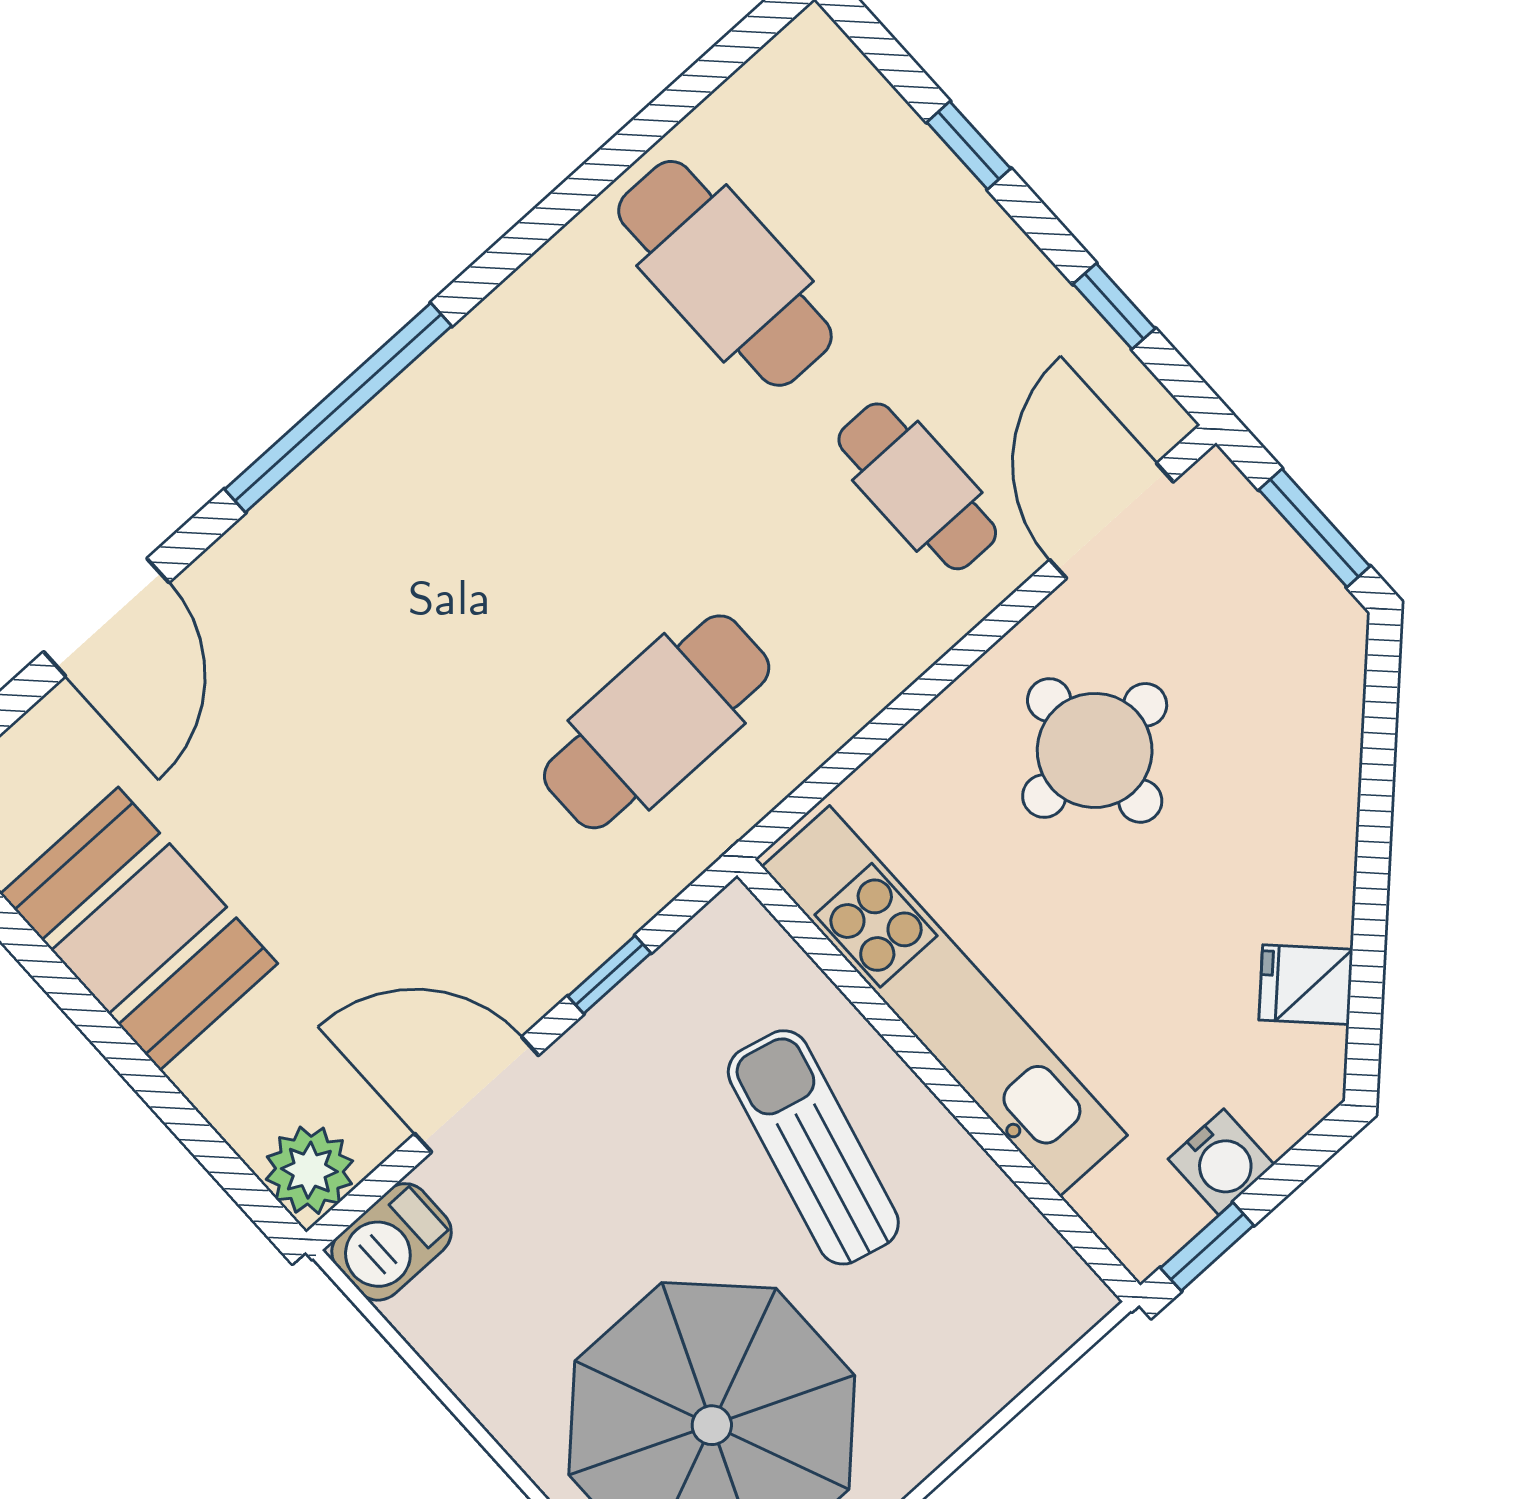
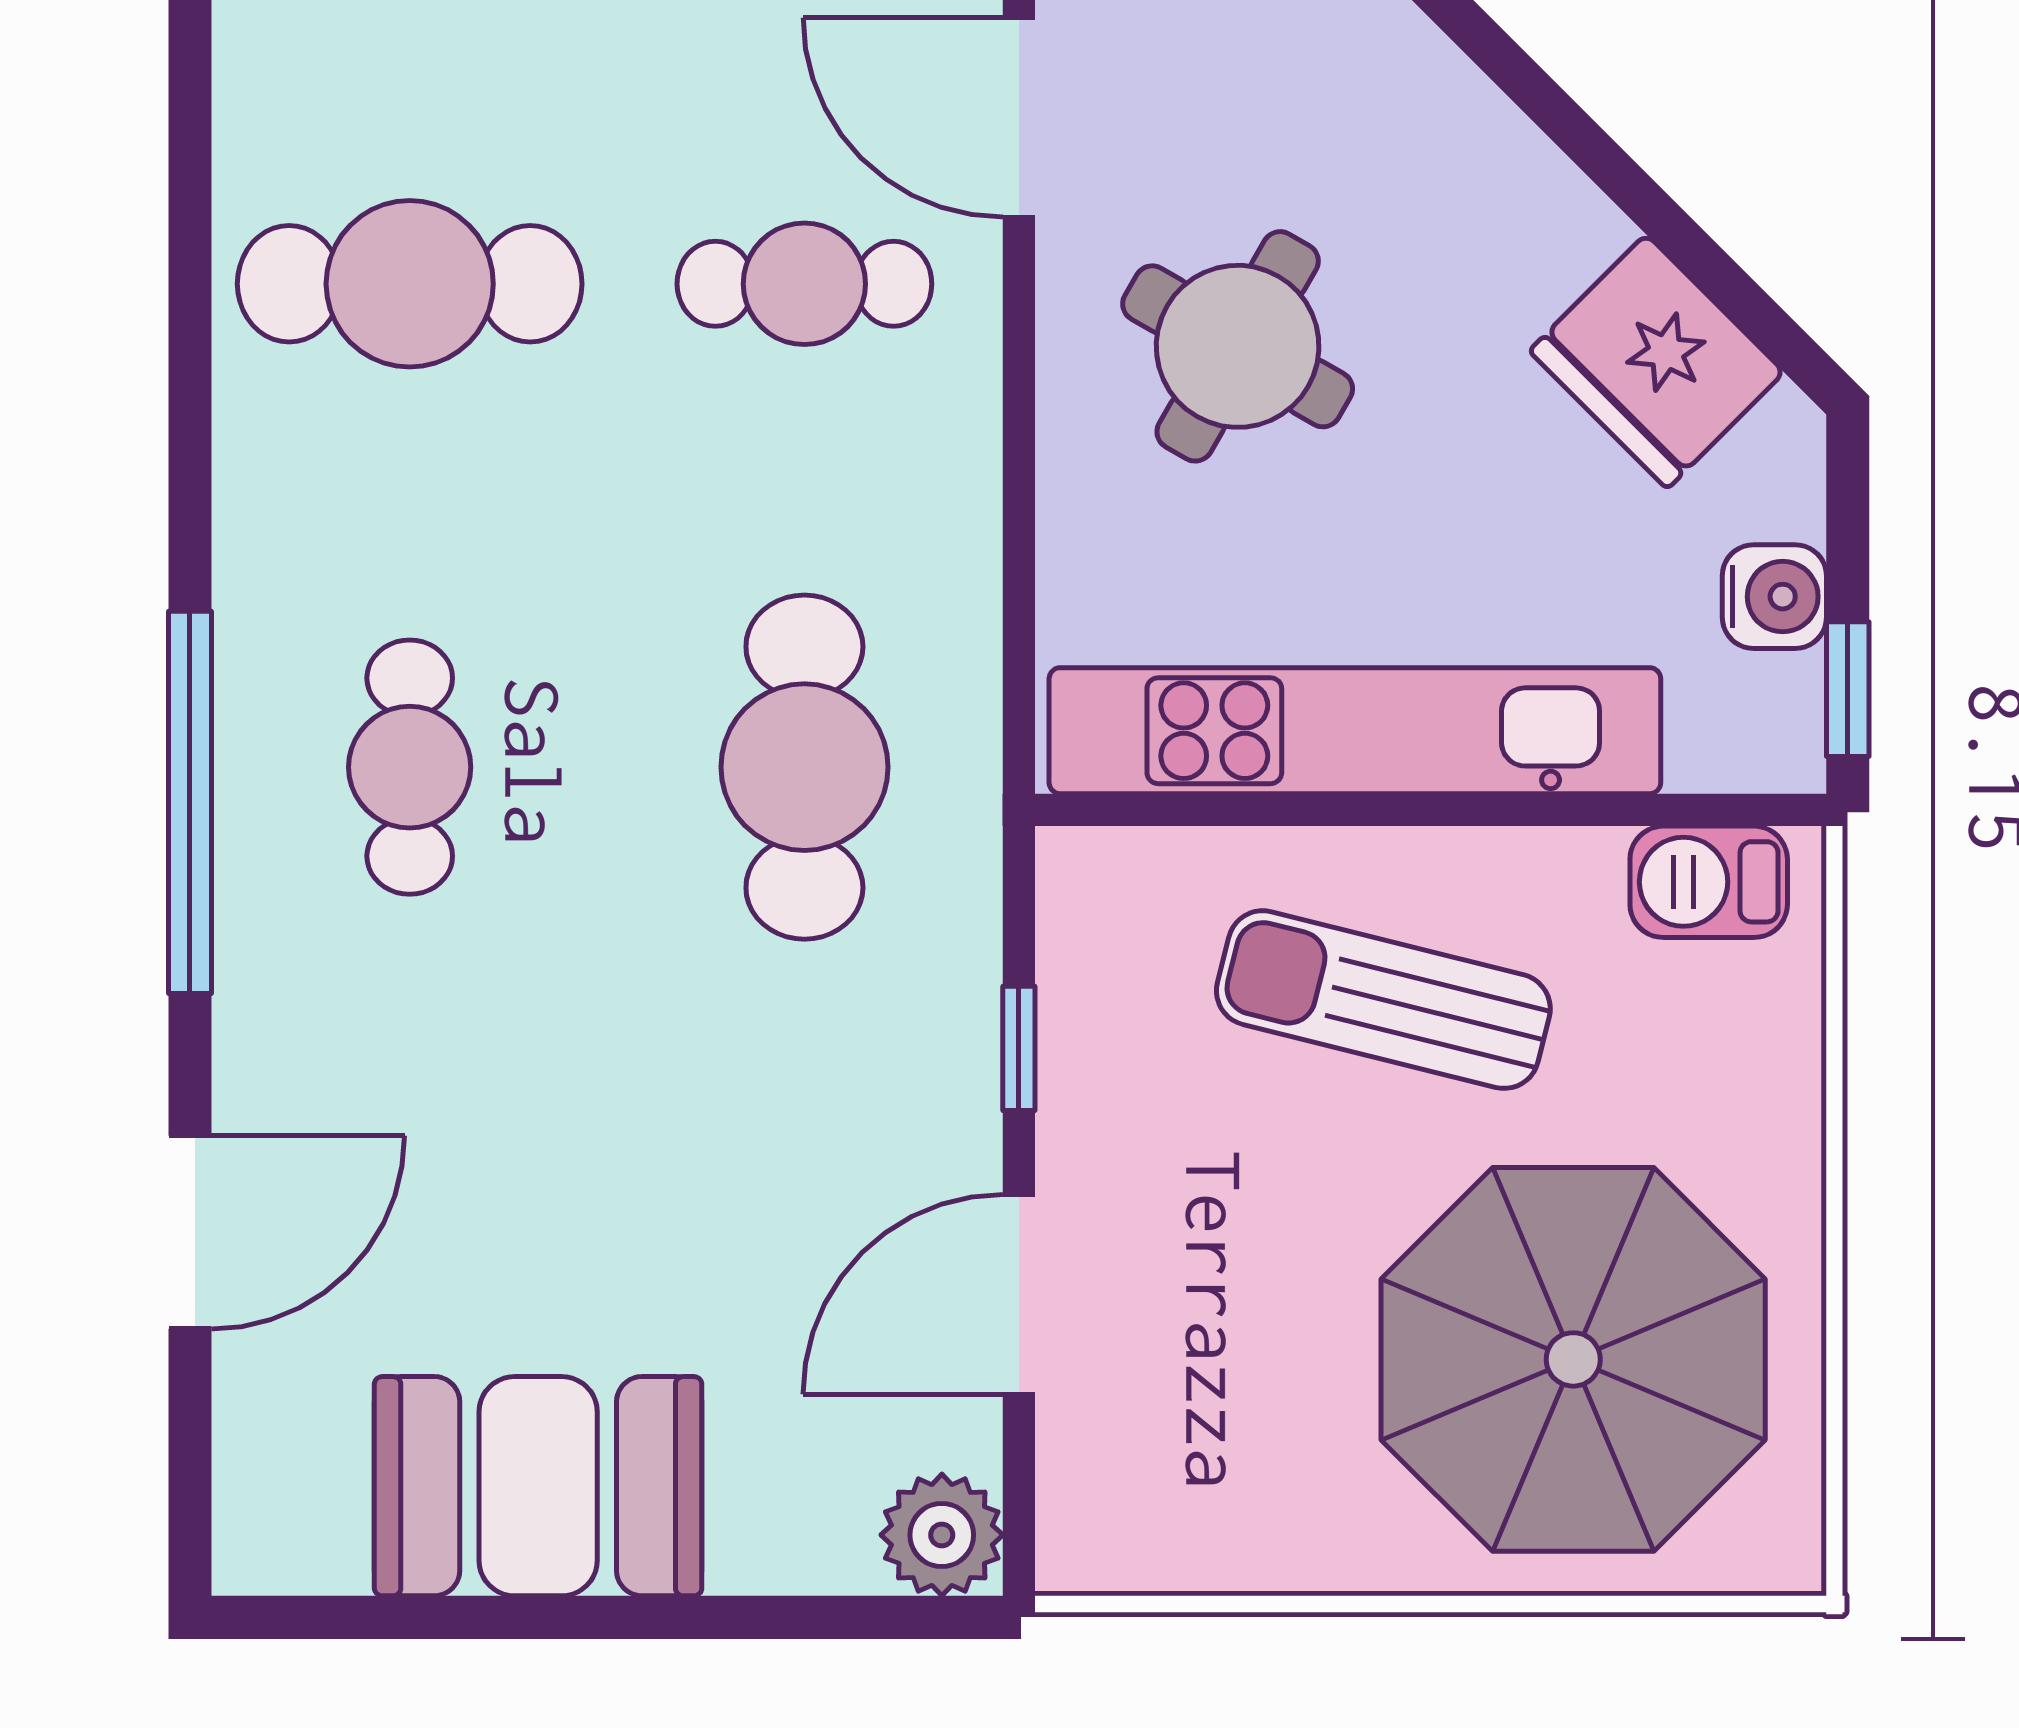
cafe table: (464, 509) -> (410, 767), added
door: (106, 617) -> (190, 1232), hinge flipped
round table: (1095, 750) -> (1238, 346), turned 30
fridge: (1306, 985) -> (1657, 362), width x1.88, depth x1.34
barbecue: (392, 1242) -> (1709, 882), moved, turned 90

